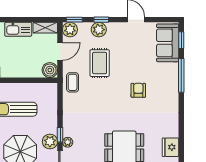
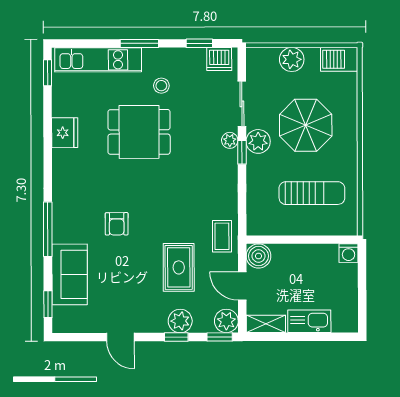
sofa: (168, 43) -> (70, 274), moved
door: (60, 51) -> (242, 286), hinge flipped
window: (181, 75) -> (48, 229), moved

